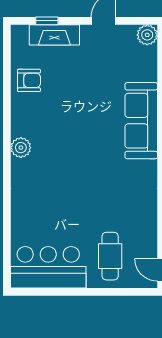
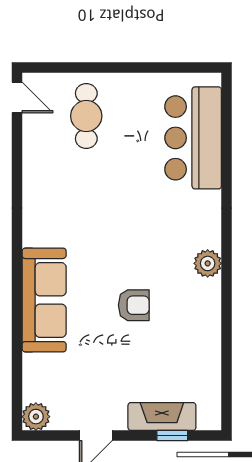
armchair: (29, 80) -> (134, 305), moved, turned 180
bar counter: (48, 267) -> (193, 138), moved, turned 90

